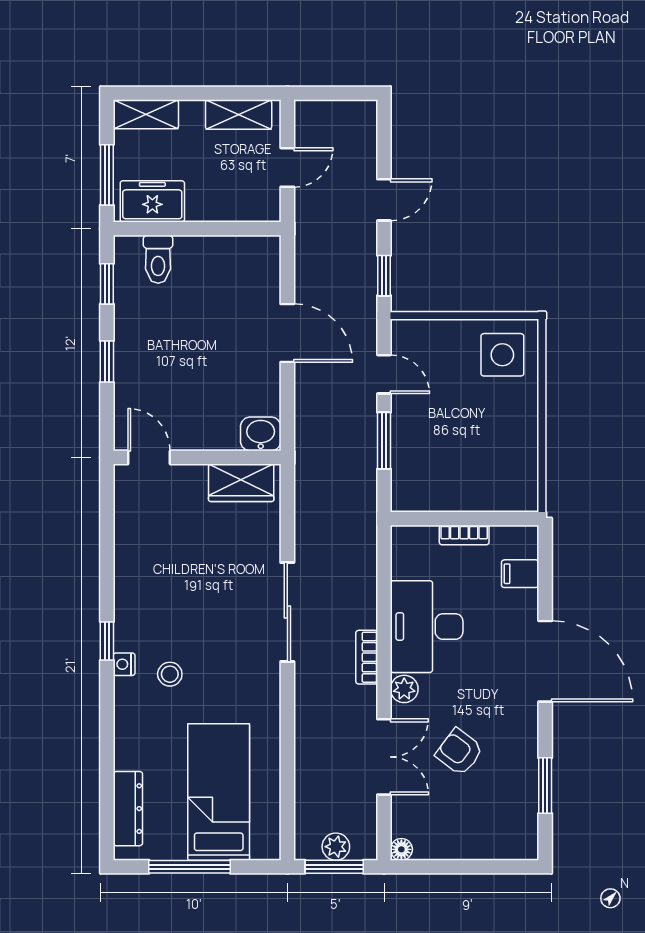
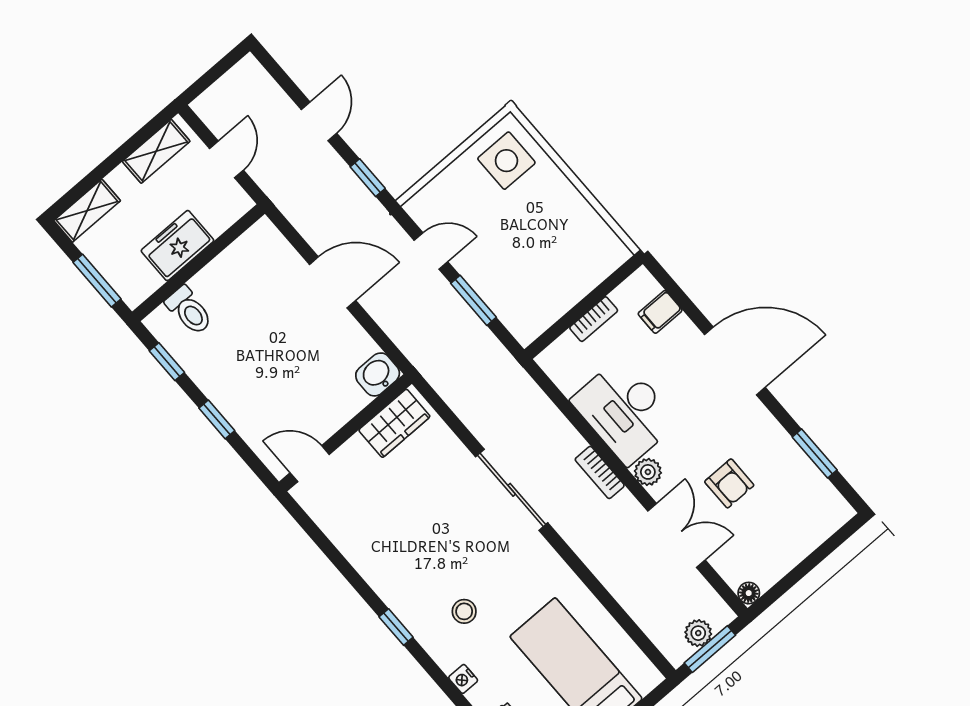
freezer: (152, 201) -> (177, 246), moved
nightstand: (124, 664) -> (463, 679), moved
armchair: (459, 752) -> (729, 483), turned -127

